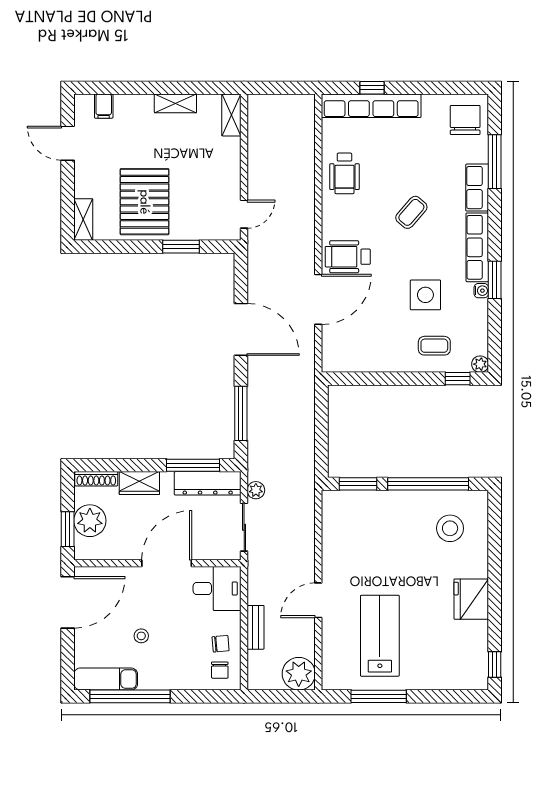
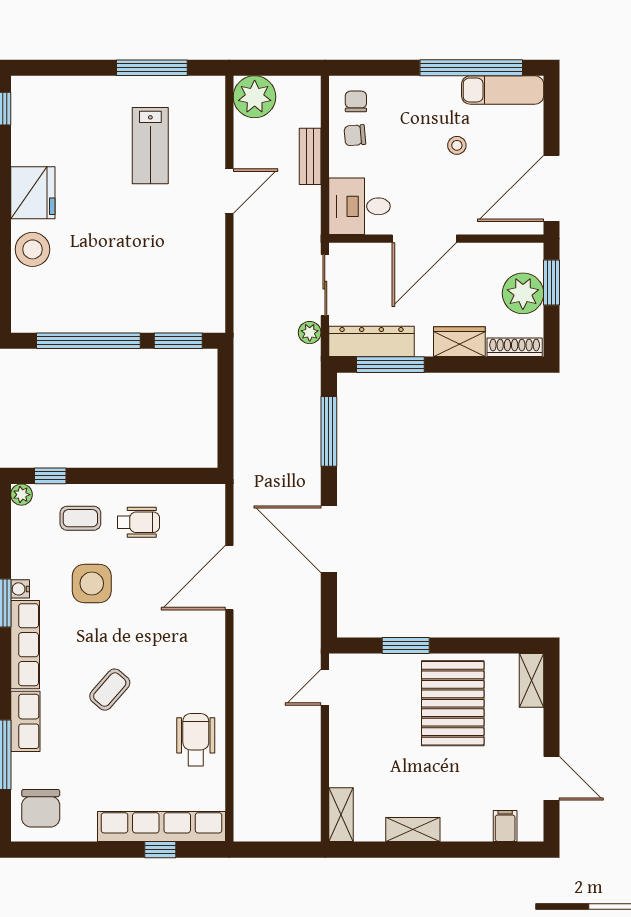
wheelchair: (348, 257) -> (138, 522), moved, width x0.73, depth x0.73
stool: (450, 528) -> (33, 249), moved
lab bench: (380, 636) -> (150, 146), width x0.73, depth x0.72

